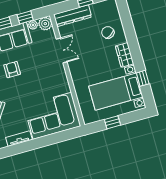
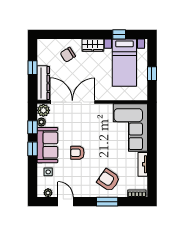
double door: (62, 50) -> (72, 102), width x1.87

